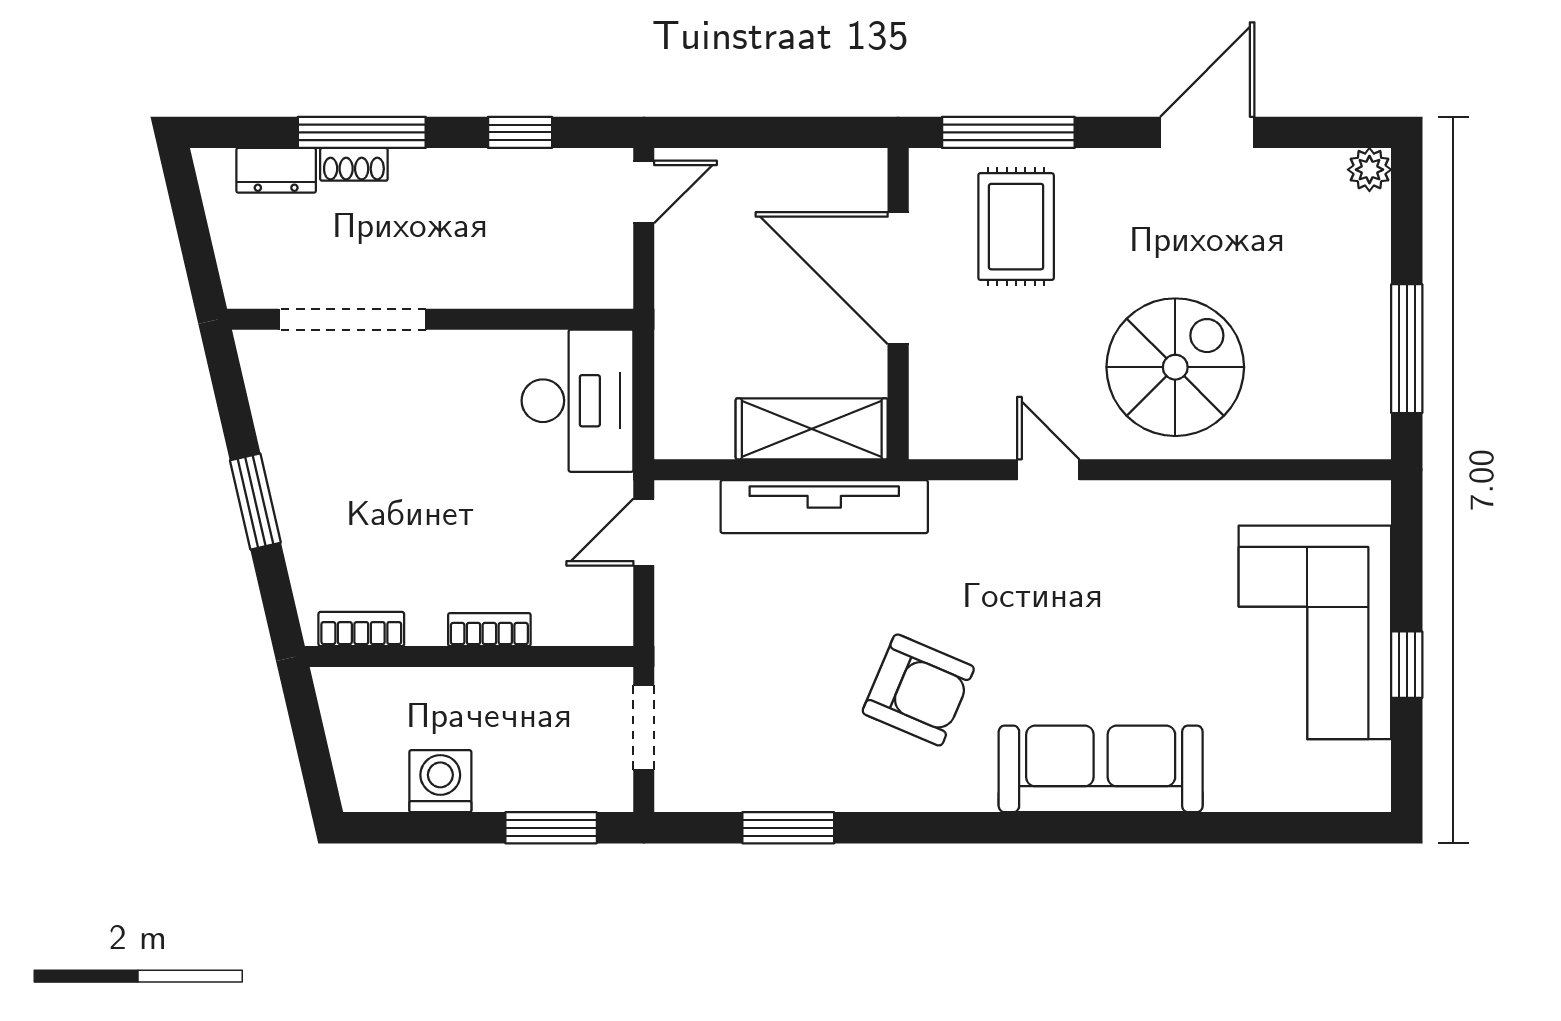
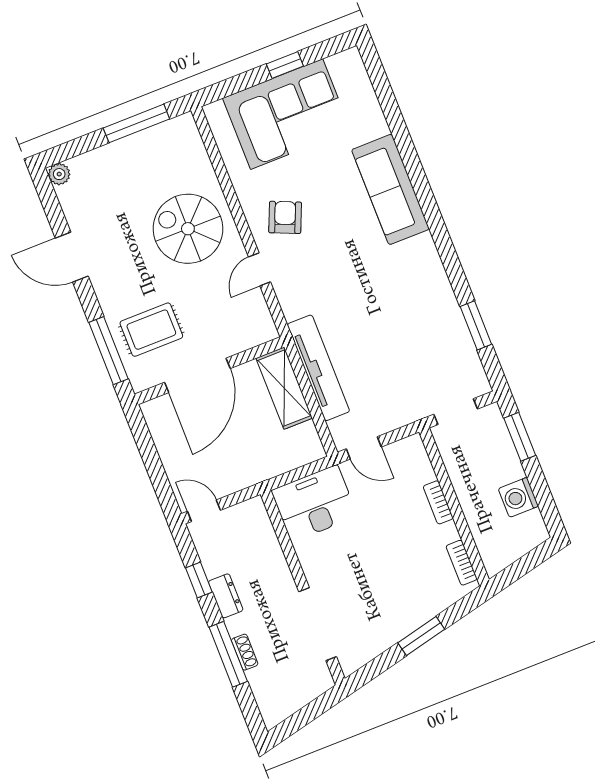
dresser: (276, 170) -> (226, 596), moved
armchair: (918, 690) -> (285, 217), moved, width x0.72, depth x0.72

